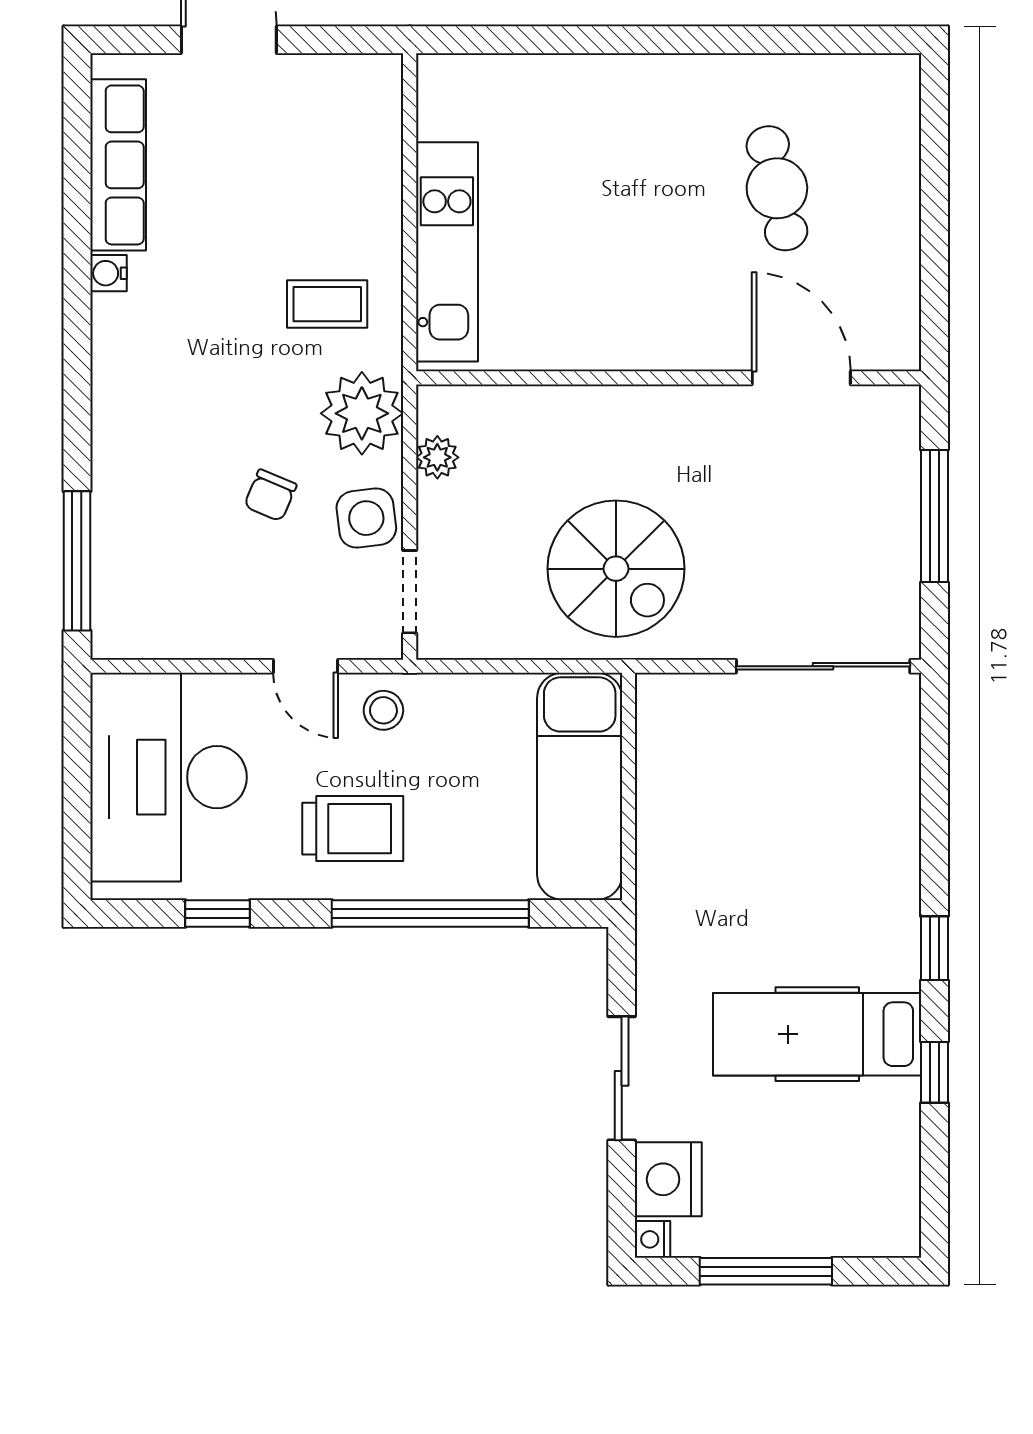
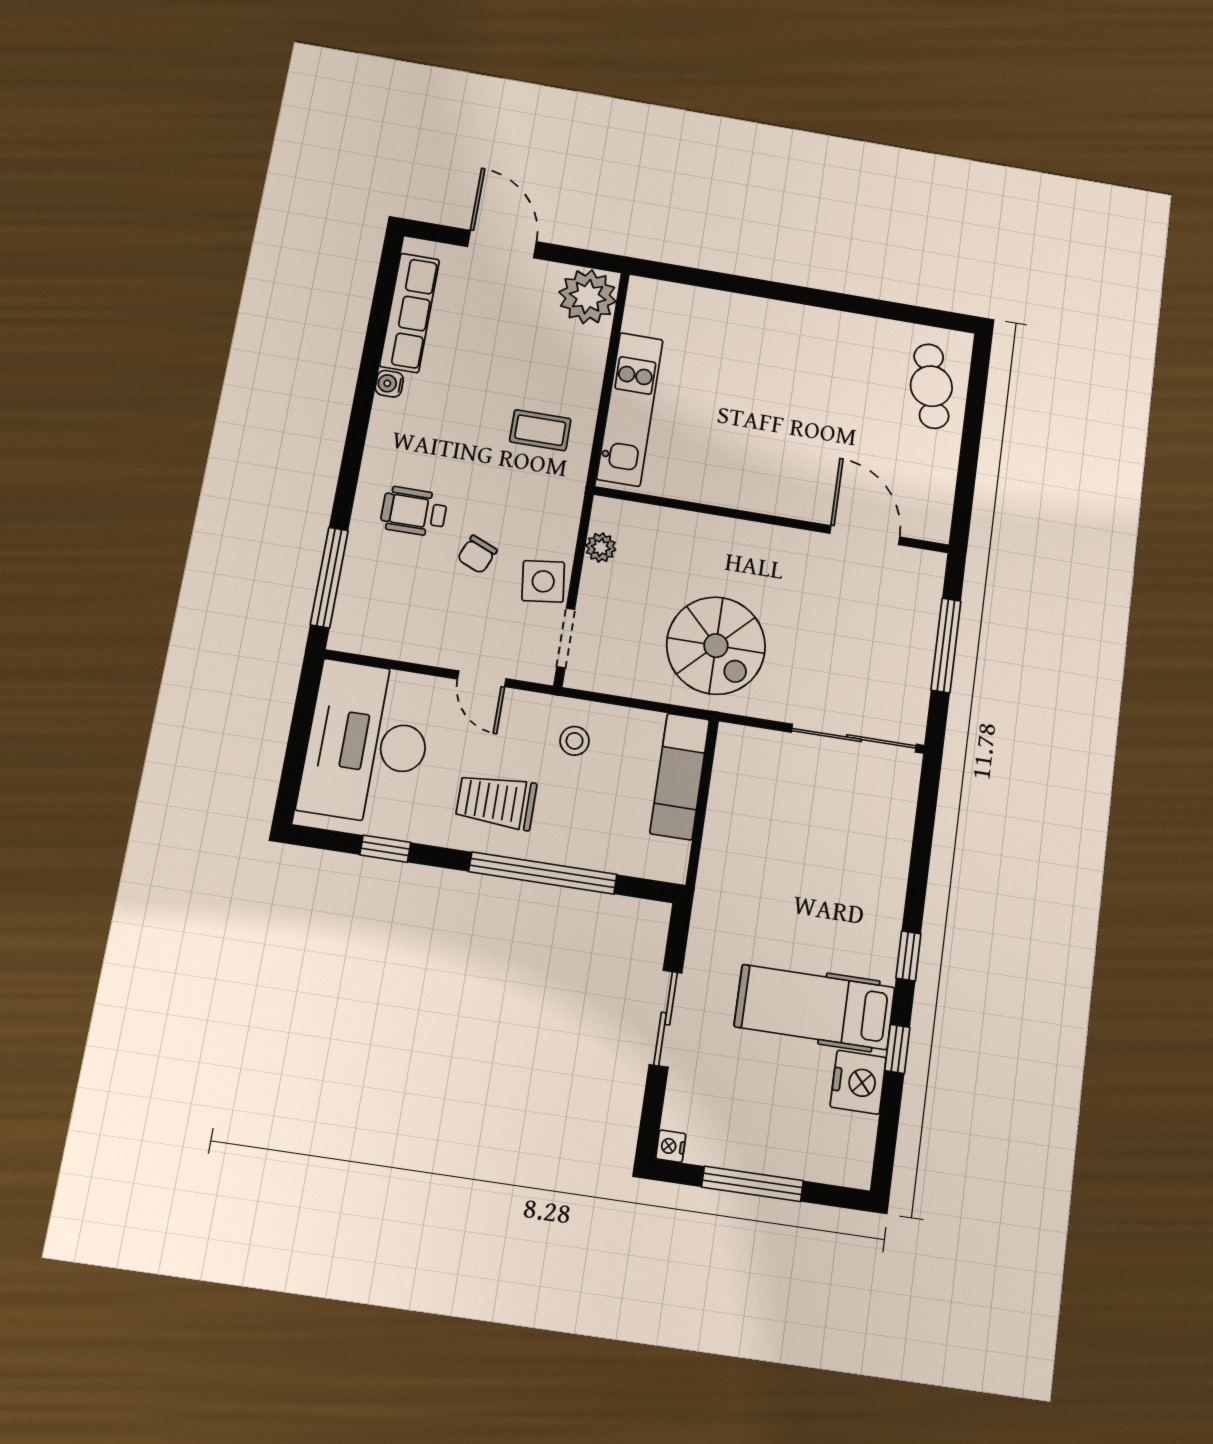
cafe table: (777, 188) -> (931, 386), moved
plant: (362, 413) -> (588, 297), moved
wheelchair: (174, 450) -> (414, 512), added
stool: (383, 710) -> (574, 741), moved
exam couch: (580, 786) -> (680, 776), width x0.73, depth x0.69
trolley: (353, 829) -> (496, 802), turned 180
nightstand: (668, 1179) -> (858, 1082), moved, turned 180

